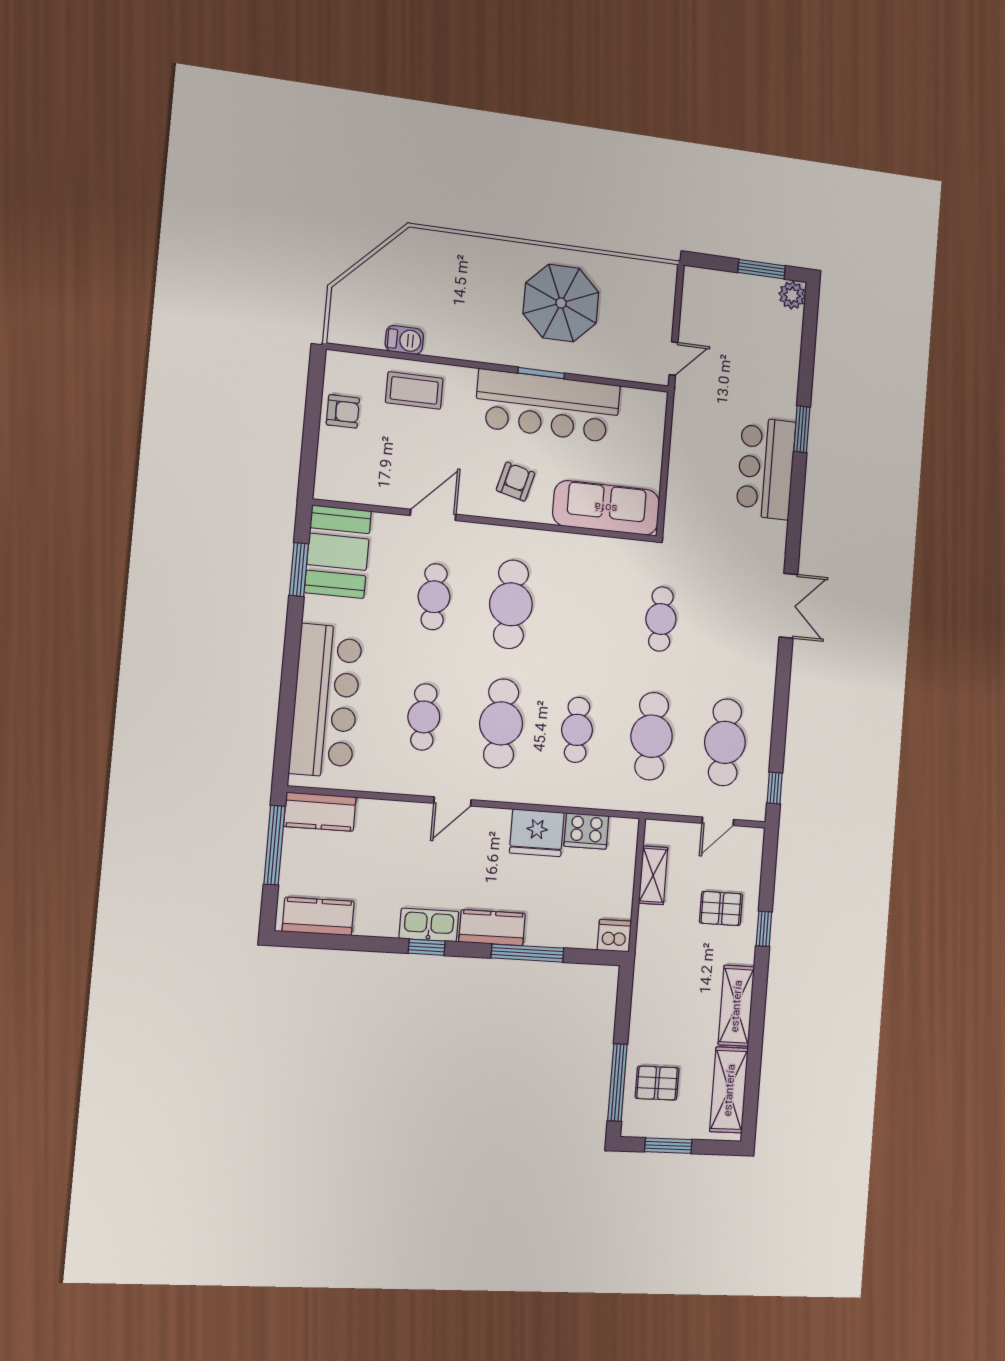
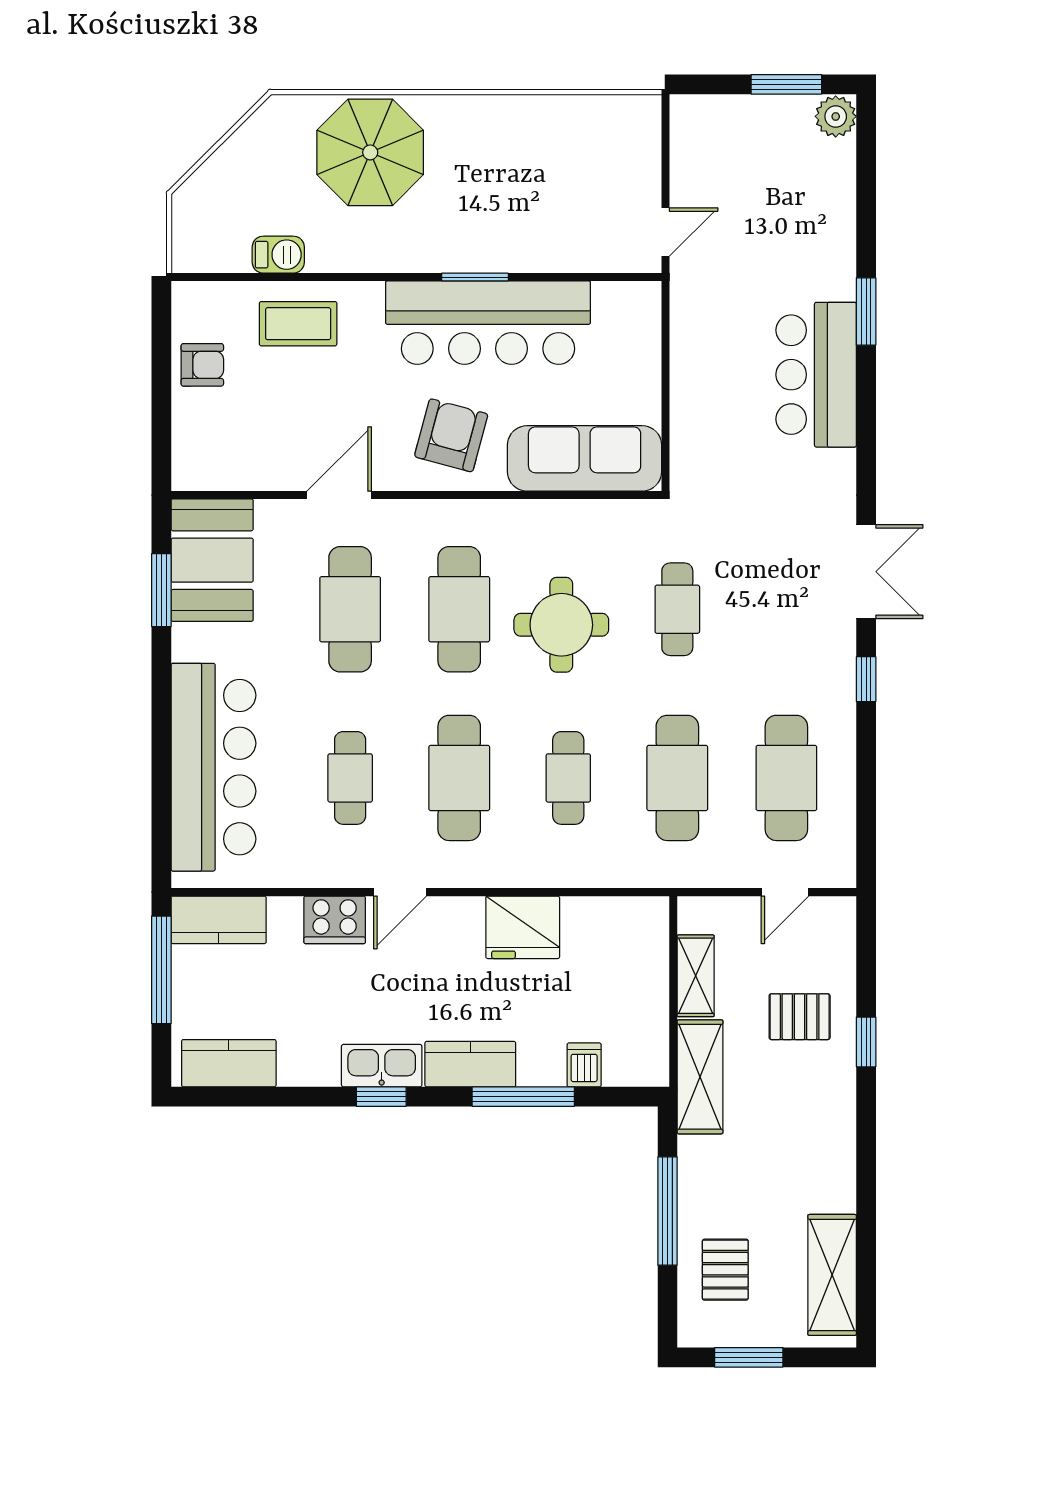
parasol: (561, 303) -> (370, 152), moved
armchair: (516, 482) -> (451, 435), width x1.38, depth x1.38
cafe table: (434, 597) -> (350, 609), width x1.37, depth x1.35
round table: (581, 622) -> (561, 625), added
window: (775, 788) -> (866, 679), moved
cooker: (586, 831) -> (335, 920), moved
dishwasher: (614, 936) -> (584, 1065), moved, width x0.73
shelving: (736, 1006) -> (700, 1077), moved
window: (617, 1082) -> (667, 1211), moved
pallet: (657, 1083) -> (725, 1270), turned 90

